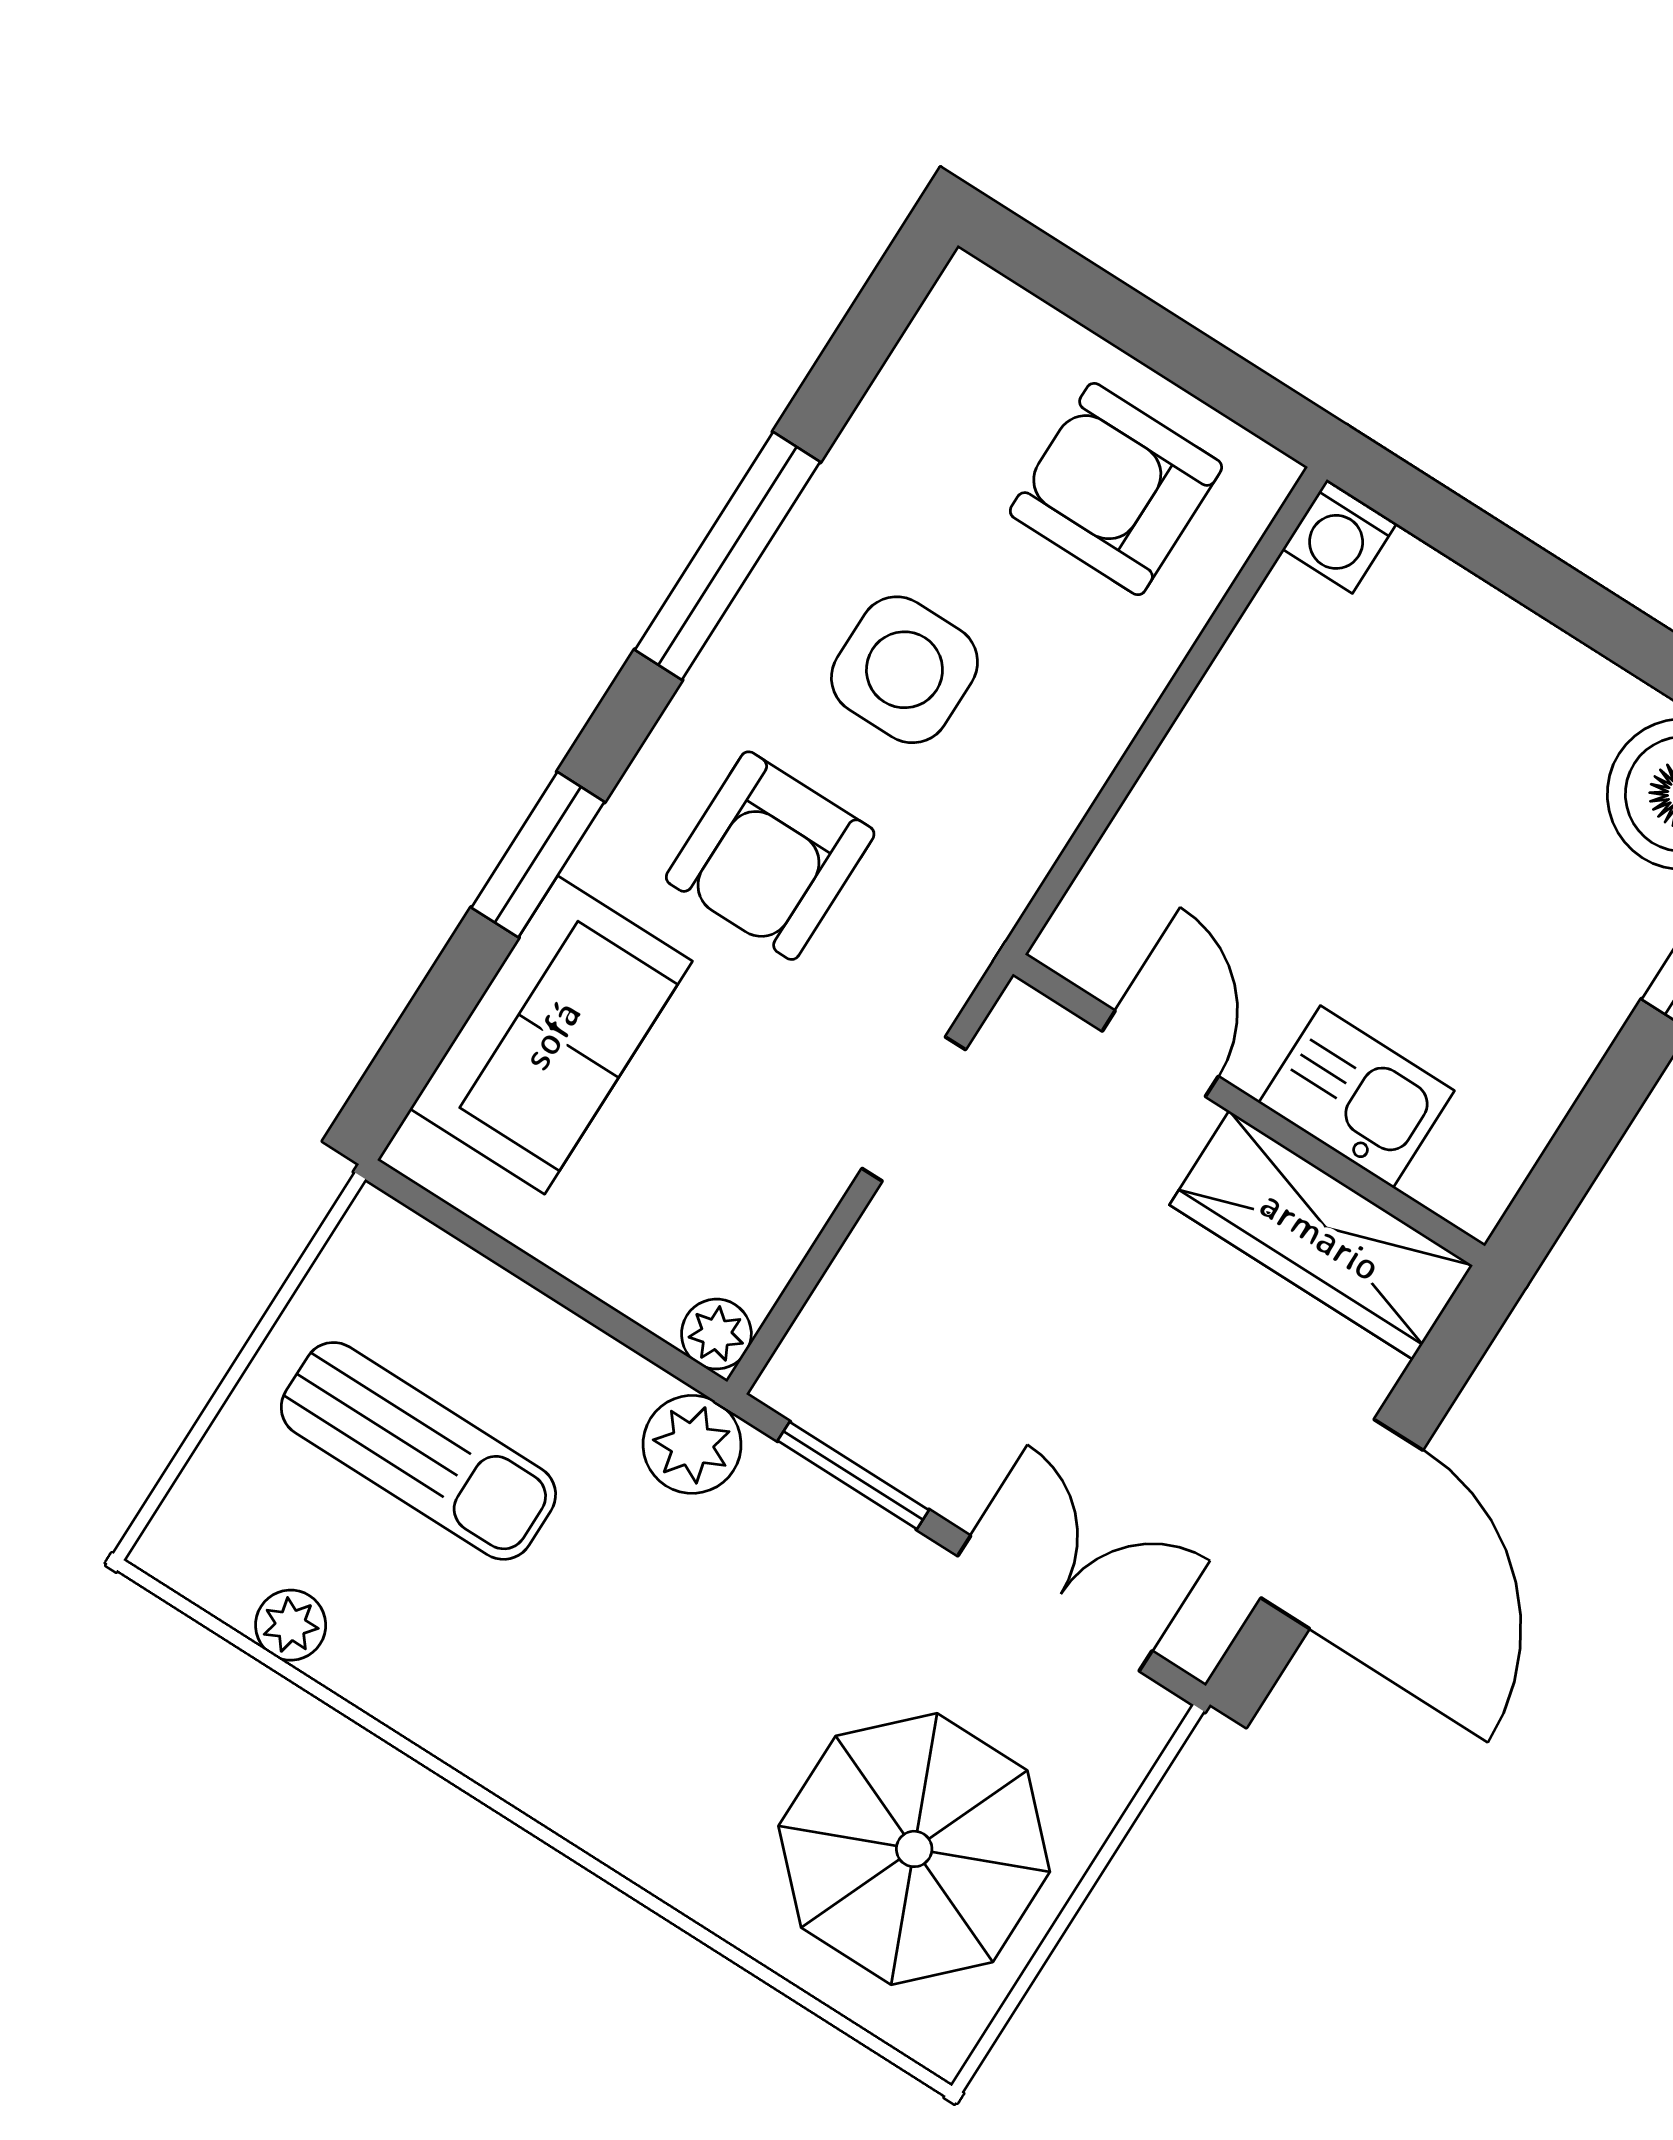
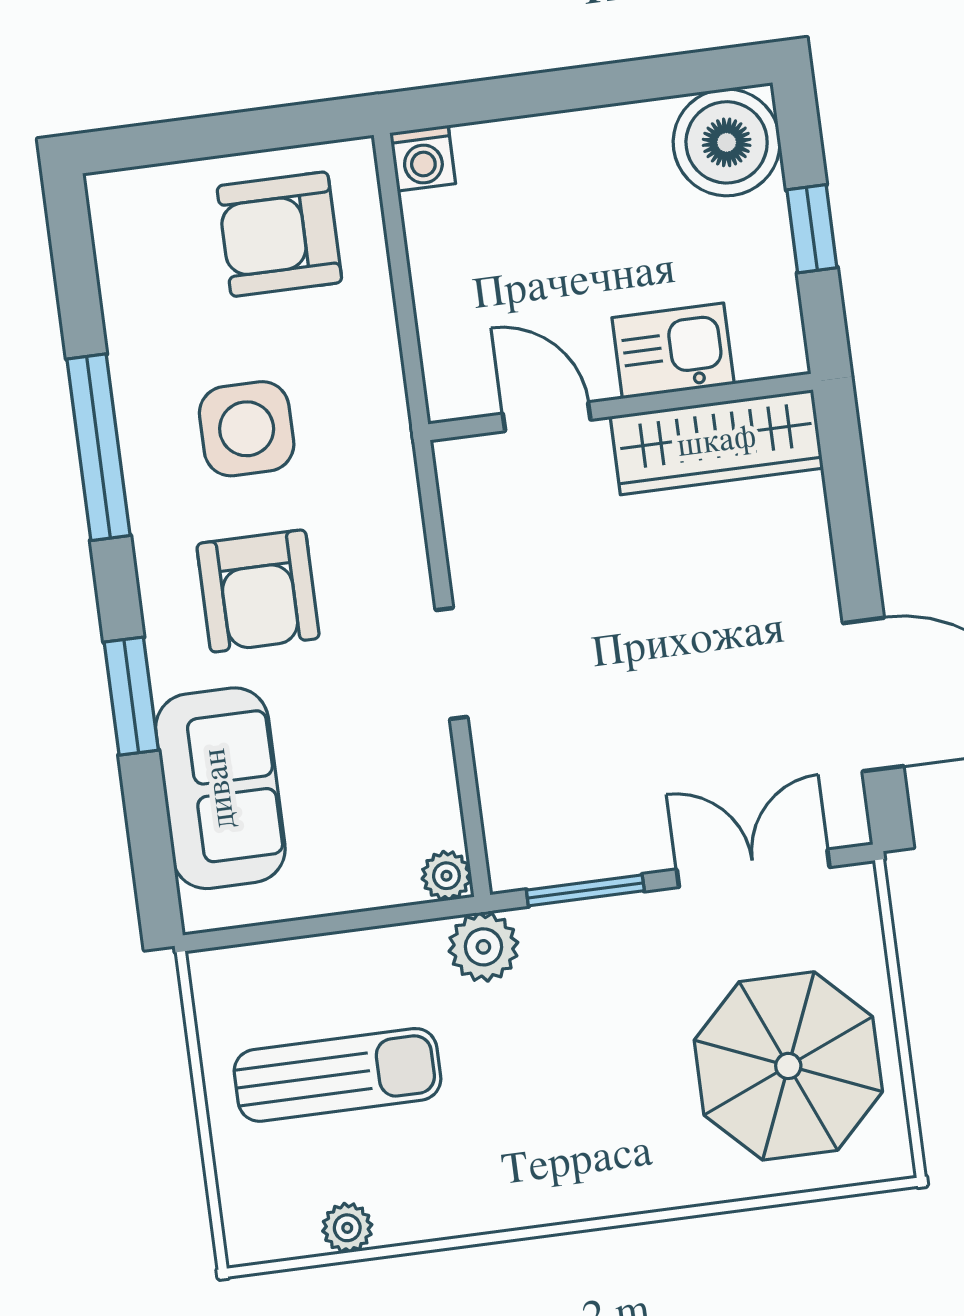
door: (1160, 1054) -> (547, 417), moved
kitchen sink: (1357, 1097) -> (673, 351), moved
wall: (1249, 1110) -> (621, 407), moved
wardrobe: (1321, 1235) -> (717, 442), moved

